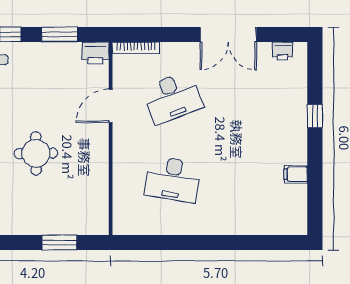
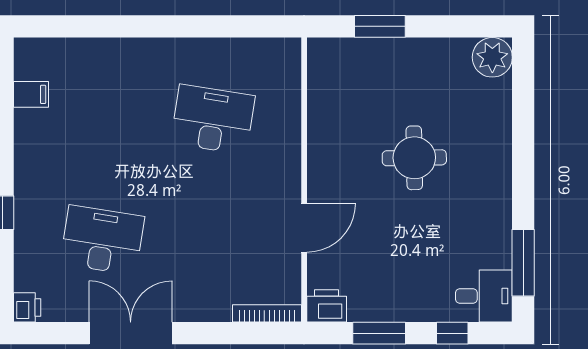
printer: (283, 51) -> (27, 307), moved, turned 90
desk: (173, 98) -> (102, 240), moved, turned 30
filing cabinet: (296, 174) -> (31, 94), moved

